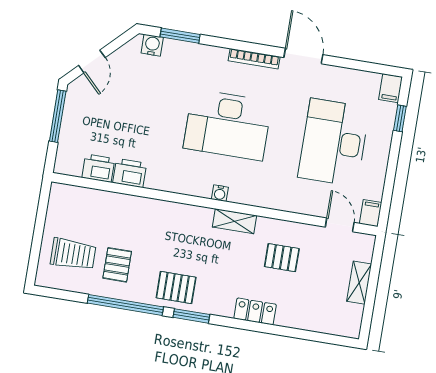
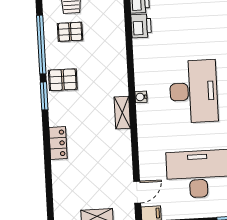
desk: (228, 125) -> (194, 91), turned 180
pallet: (282, 258) -> (103, 154), removed
pallet: (176, 288) -> (63, 80), turned 90

